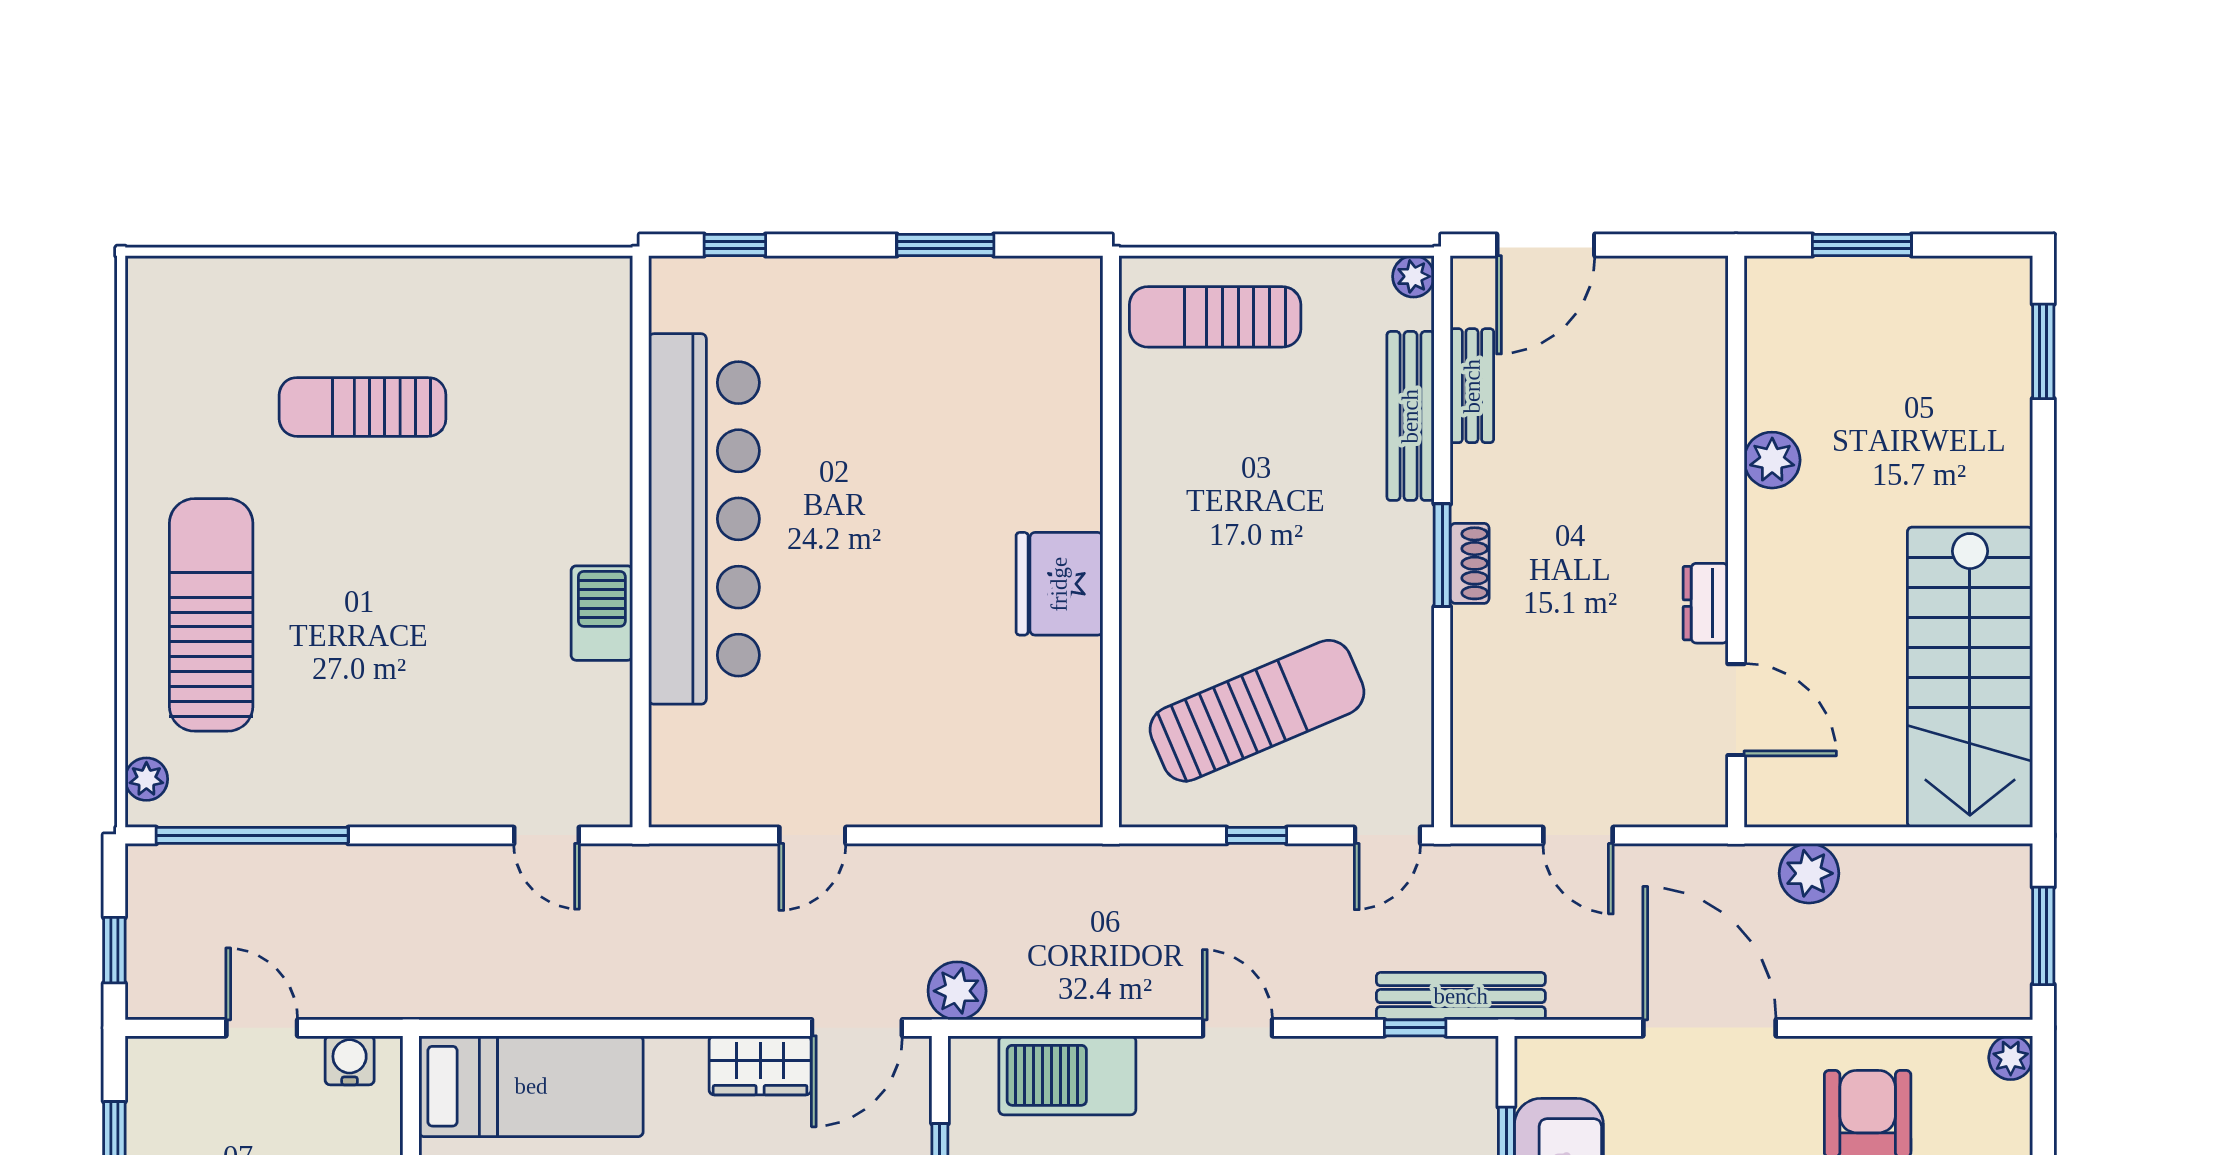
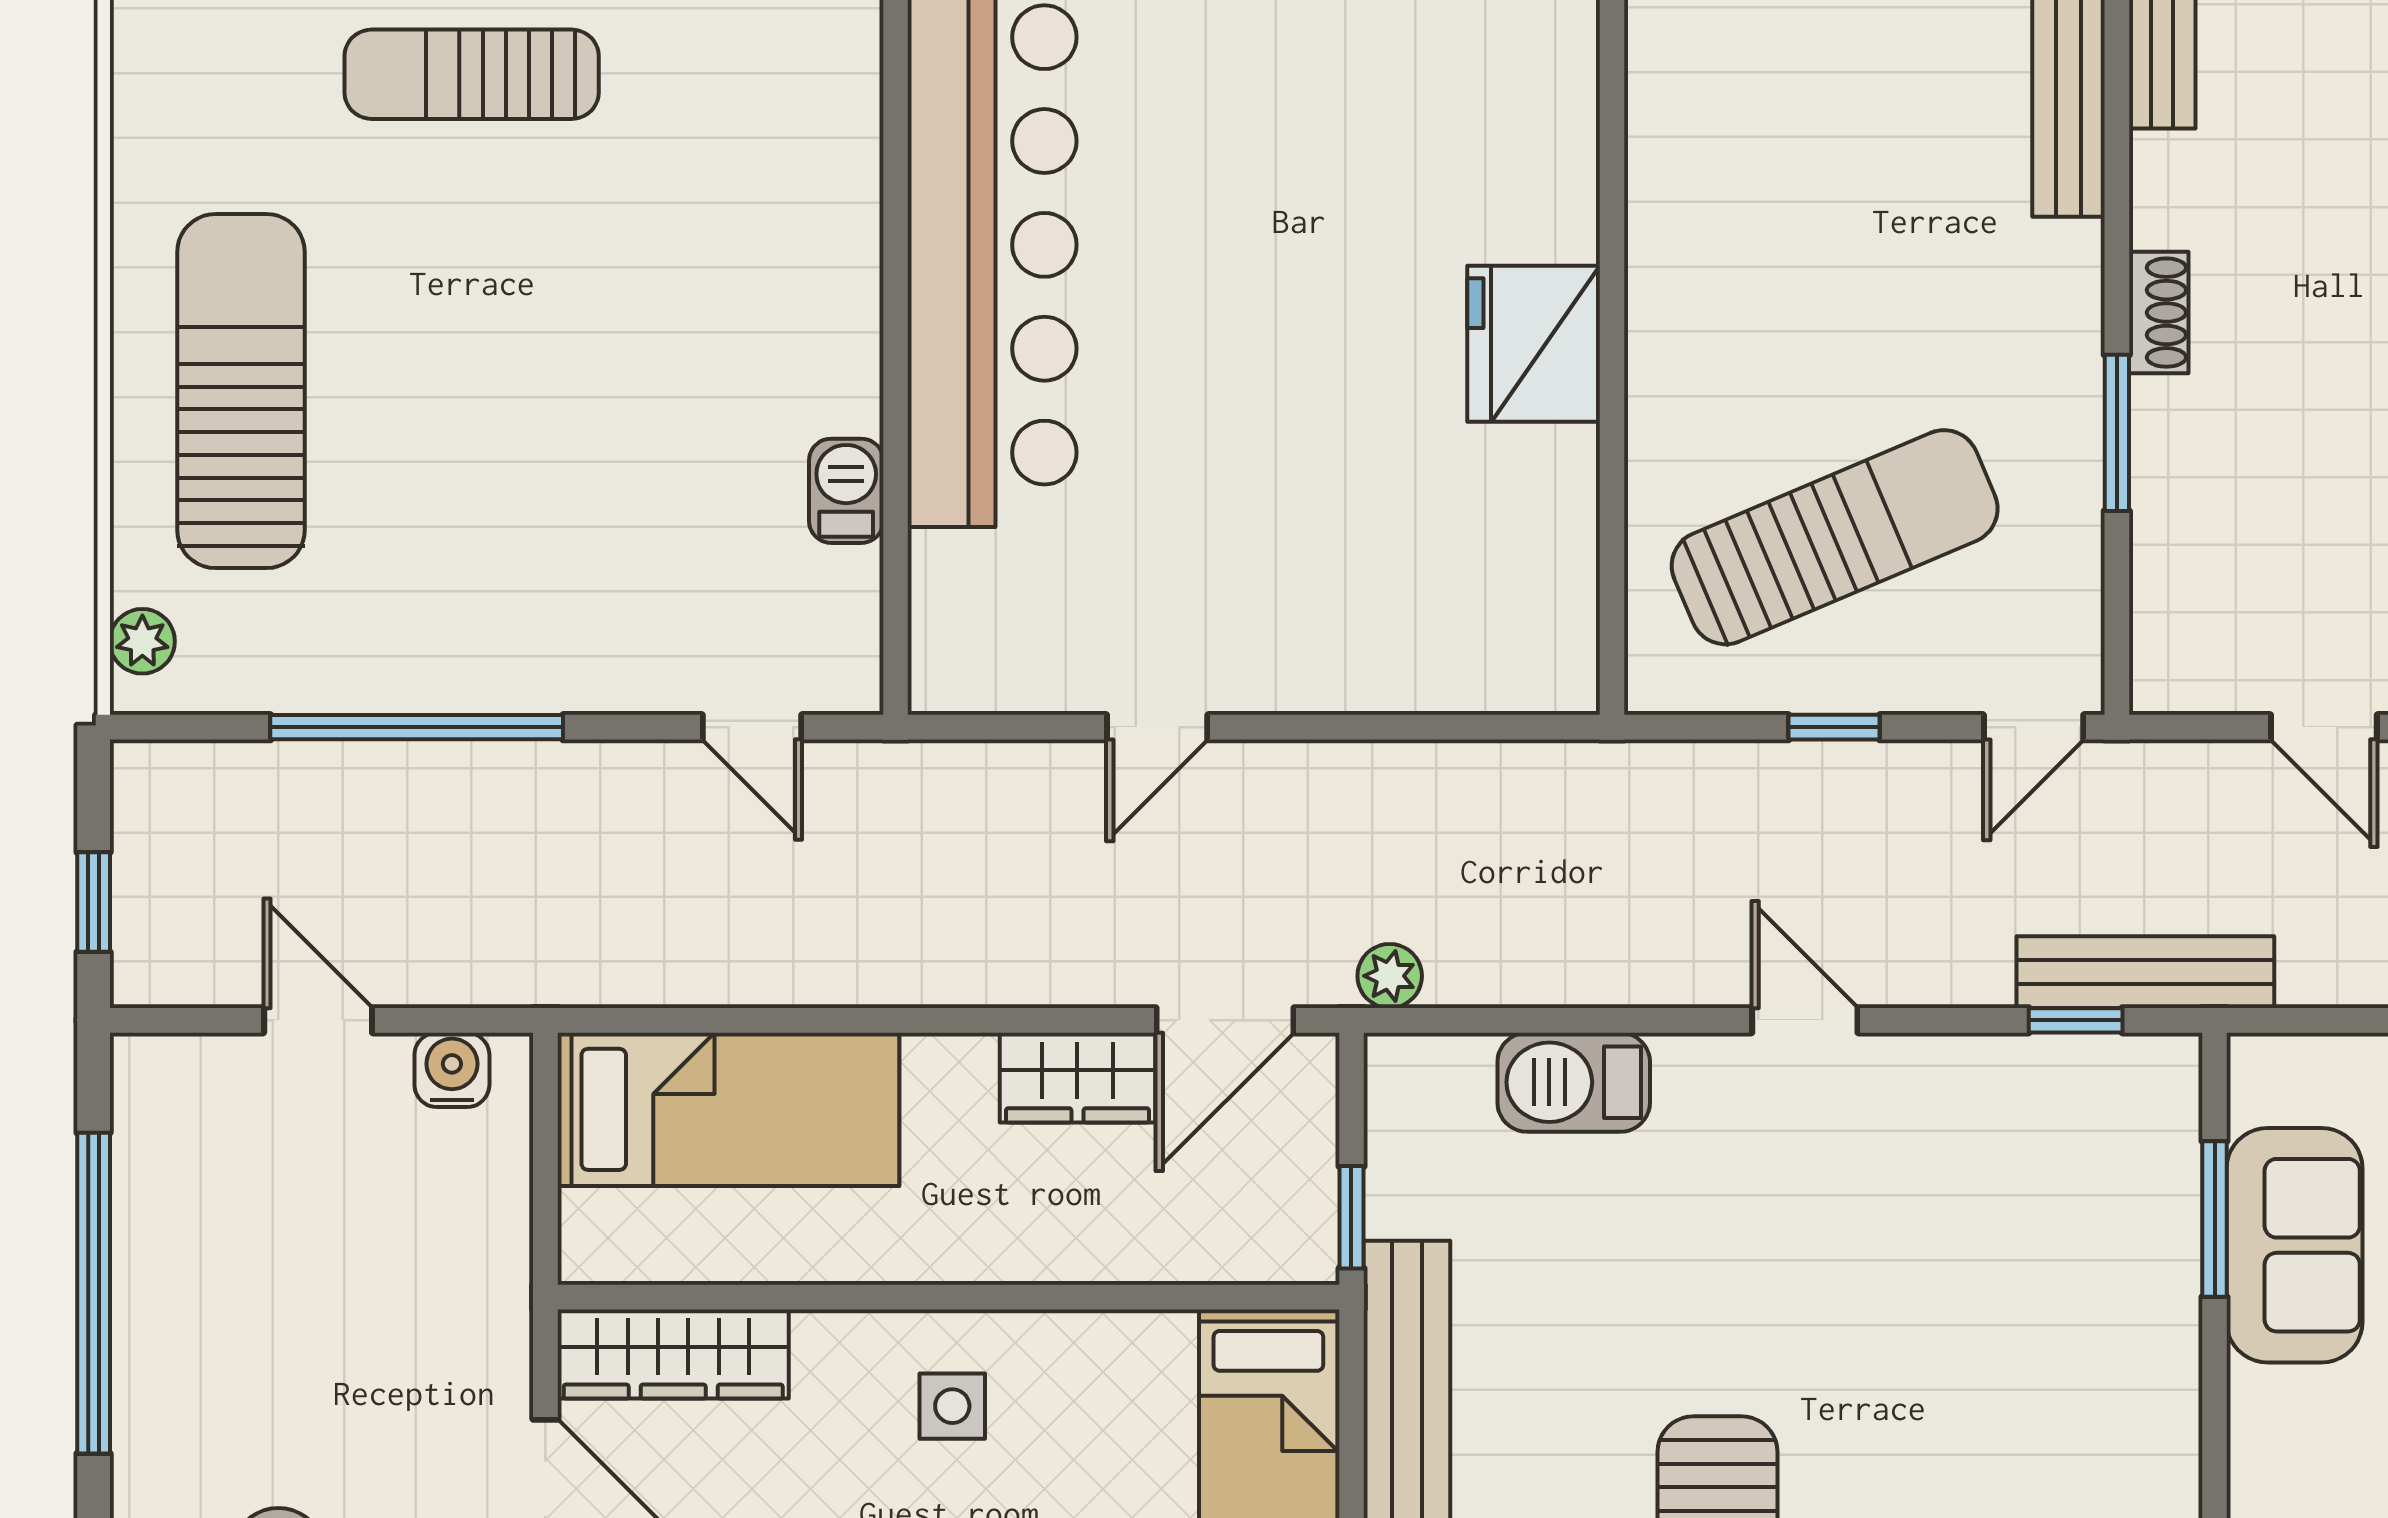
window: (1442, 555) -> (2117, 433), moved
barbecue: (602, 613) -> (846, 491), moved, width x0.73, depth x0.79
window: (252, 835) -> (417, 727), moved
plant: (957, 991) -> (1390, 976), width x0.73, depth x0.73
barbecue: (1067, 1075) -> (1574, 1082), width x0.73, depth x0.83

